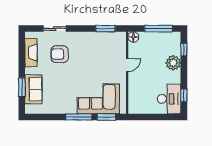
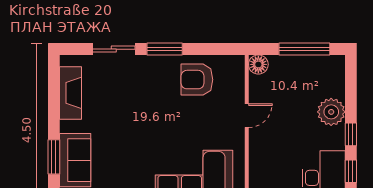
window: (105, 29) -> (165, 49), moved
window: (184, 50) -> (351, 134), moved
armchair: (60, 54) -> (197, 80), moved

